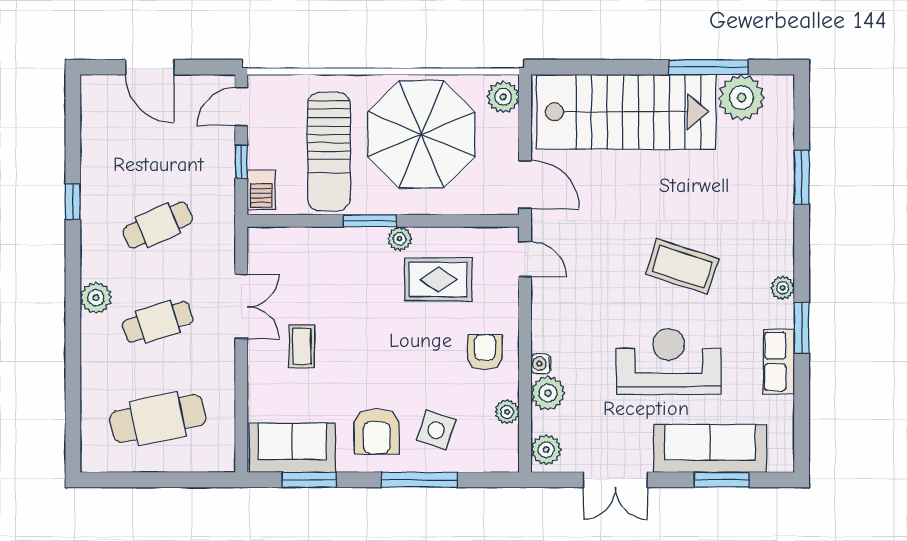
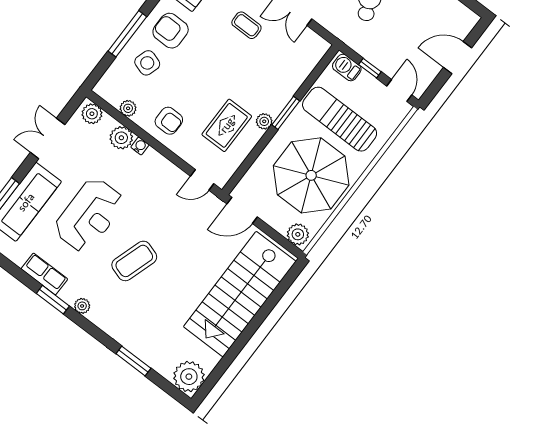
window: (708, 67) -> (230, 356), removed
plant: (741, 98) -> (189, 377), moved

